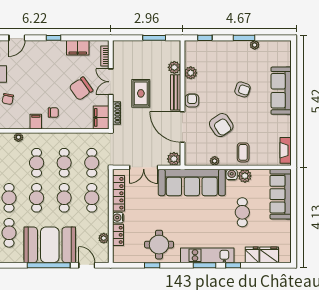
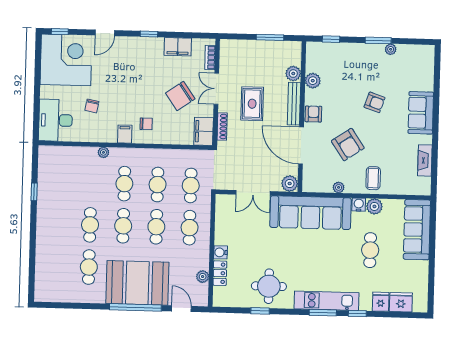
sofa: (281, 91) -> (421, 113), width x0.73
fireplace: (286, 150) -> (425, 160), moved
locker: (118, 193) -> (222, 223), removed

